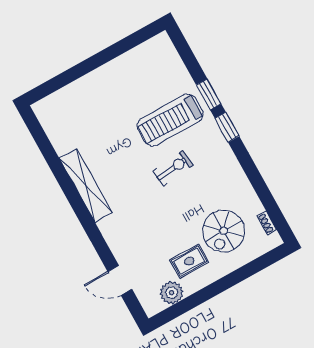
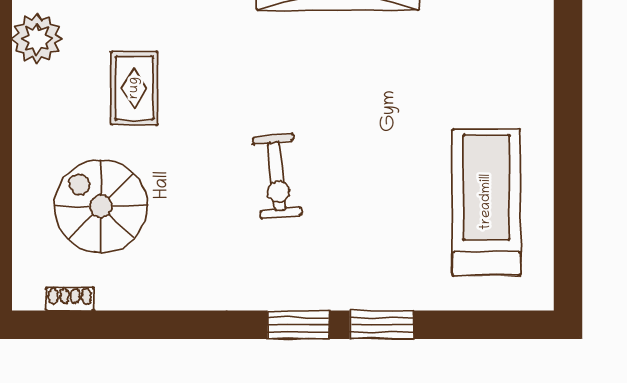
treadmill: (170, 120) -> (486, 202), moved
rug: (189, 261) -> (134, 88), moved

